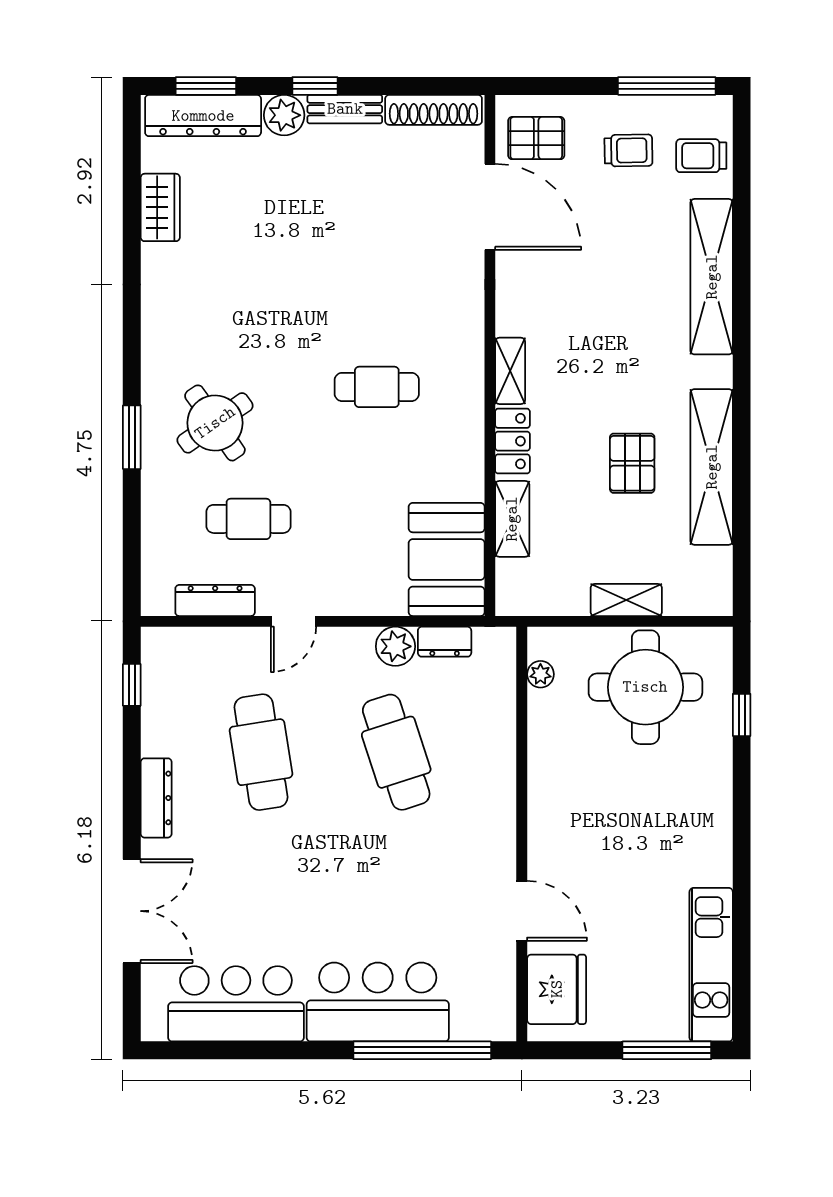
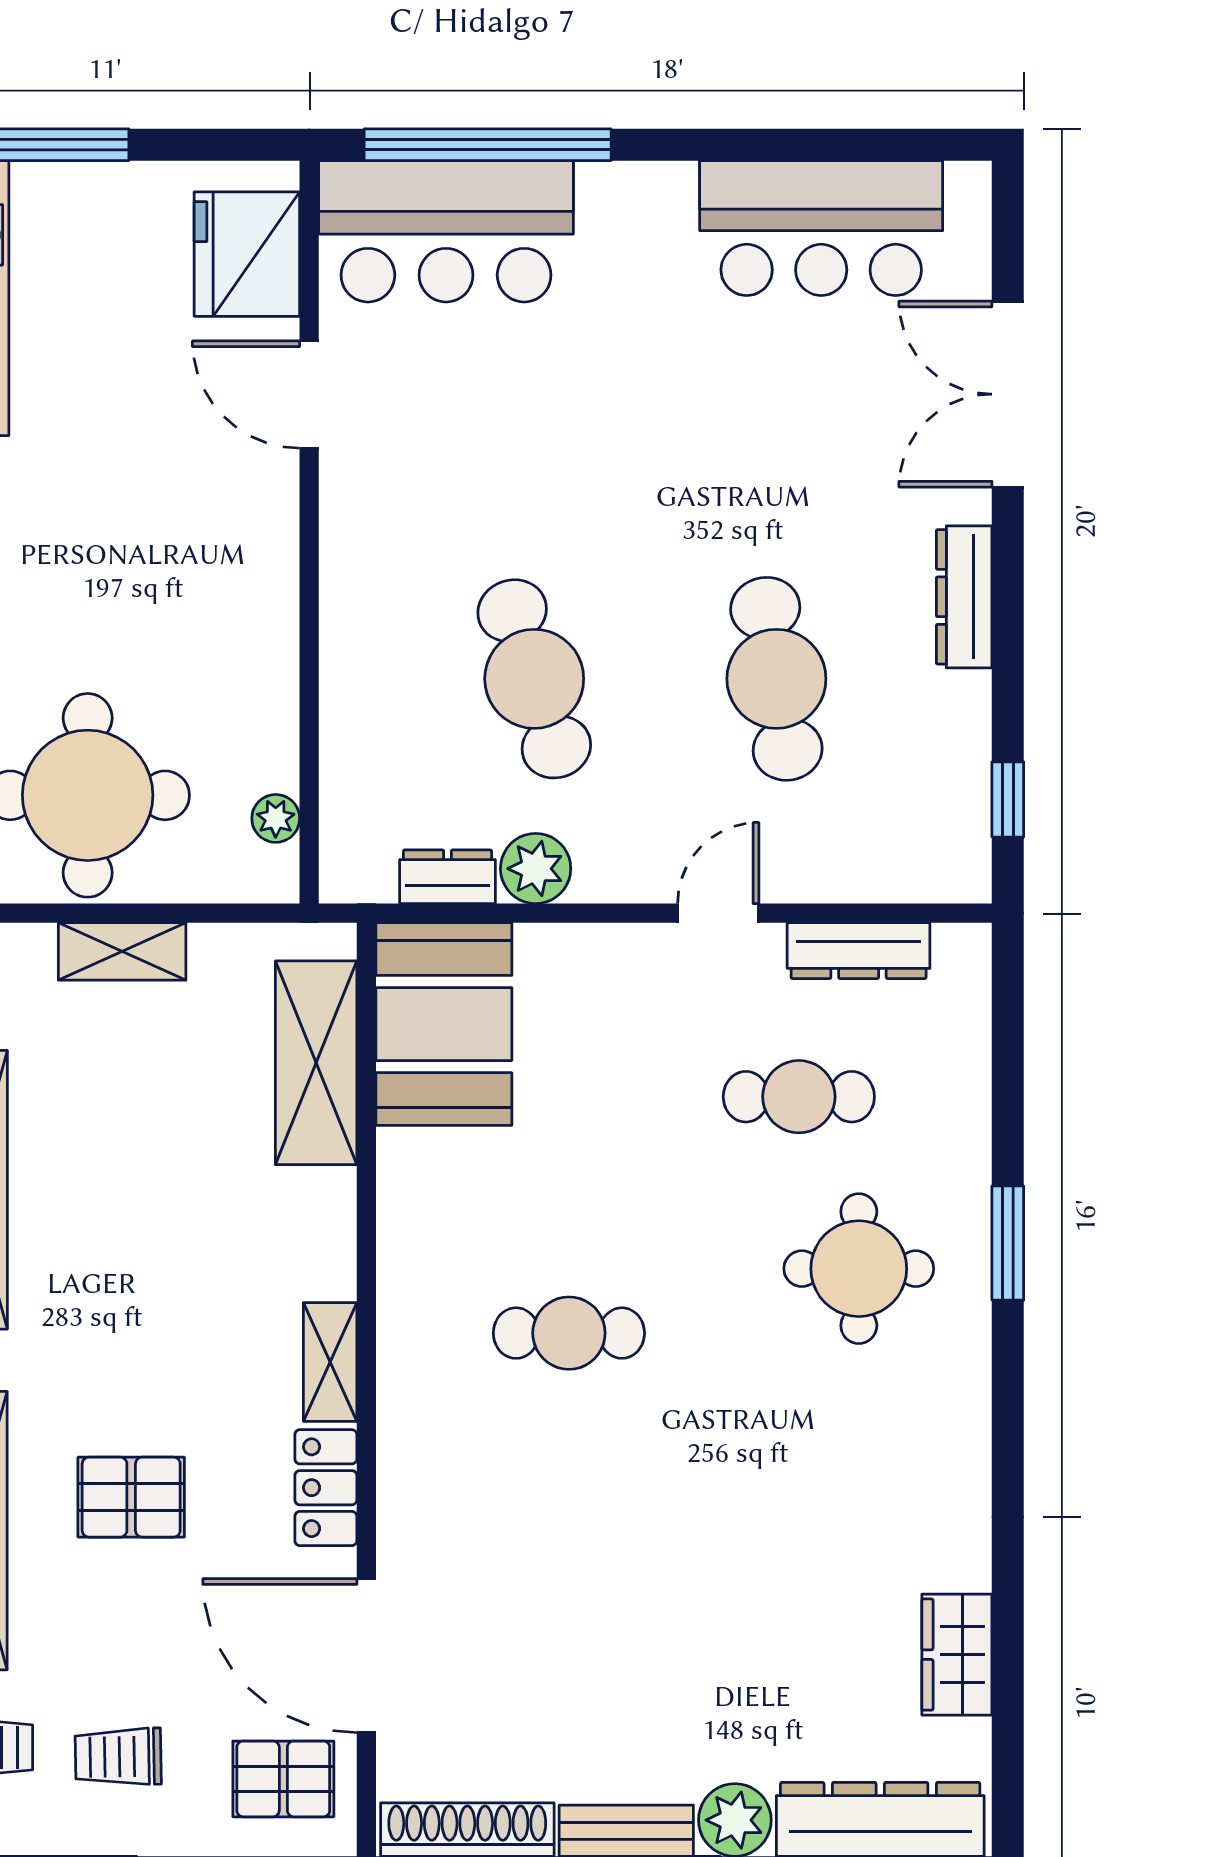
round table: (215, 423) -> (859, 1269), turned 35
locker: (513, 441) -> (326, 1488), moved
pallet: (632, 463) -> (131, 1497), moved, turned 90
shelving: (512, 519) -> (316, 1063), width x1.50, depth x1.33
bar counter: (378, 1002) -> (446, 231), moved

